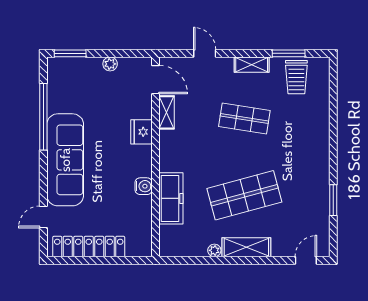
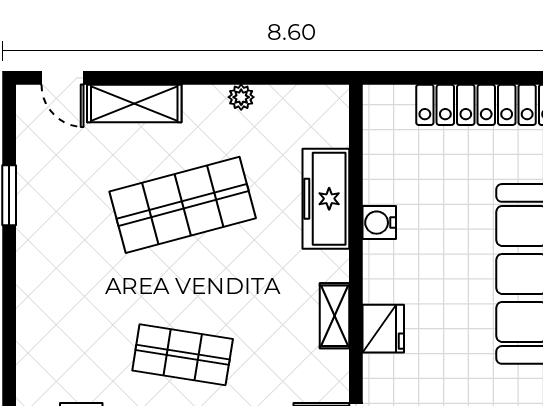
shelving: (167, 112) -> (334, 316), moved
shelving: (246, 247) -> (134, 103), moved
door: (306, 260) -> (63, 78), hinge flipped

